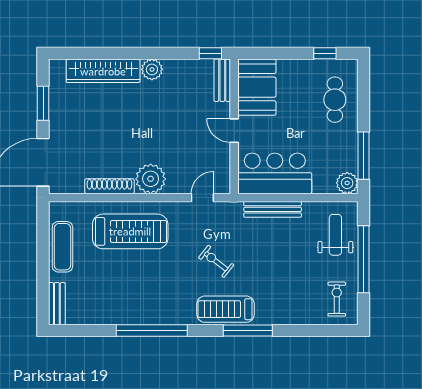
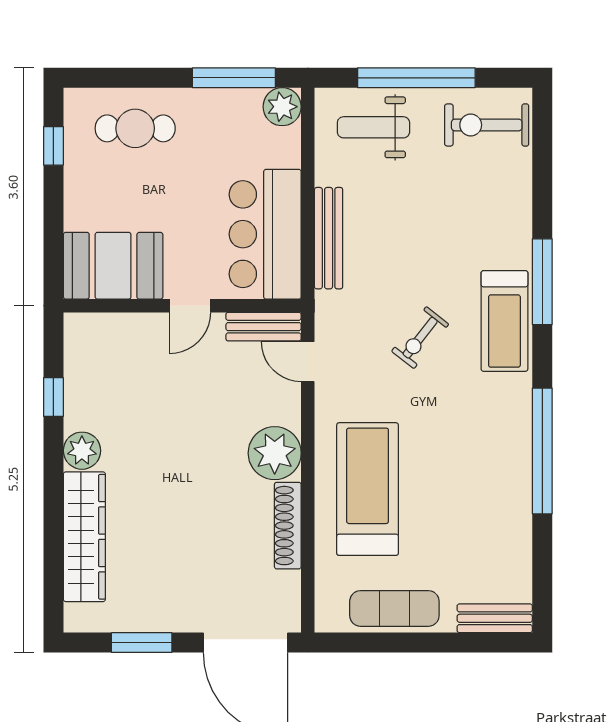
window: (210, 53) -> (53, 397), moved
bench: (222, 80) -> (264, 327), moved
exercise bike: (337, 299) -> (487, 125), width x1.38, depth x1.39

